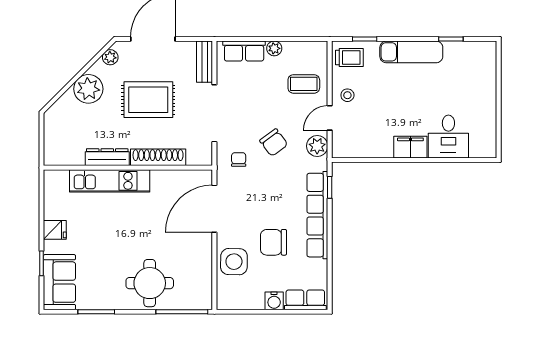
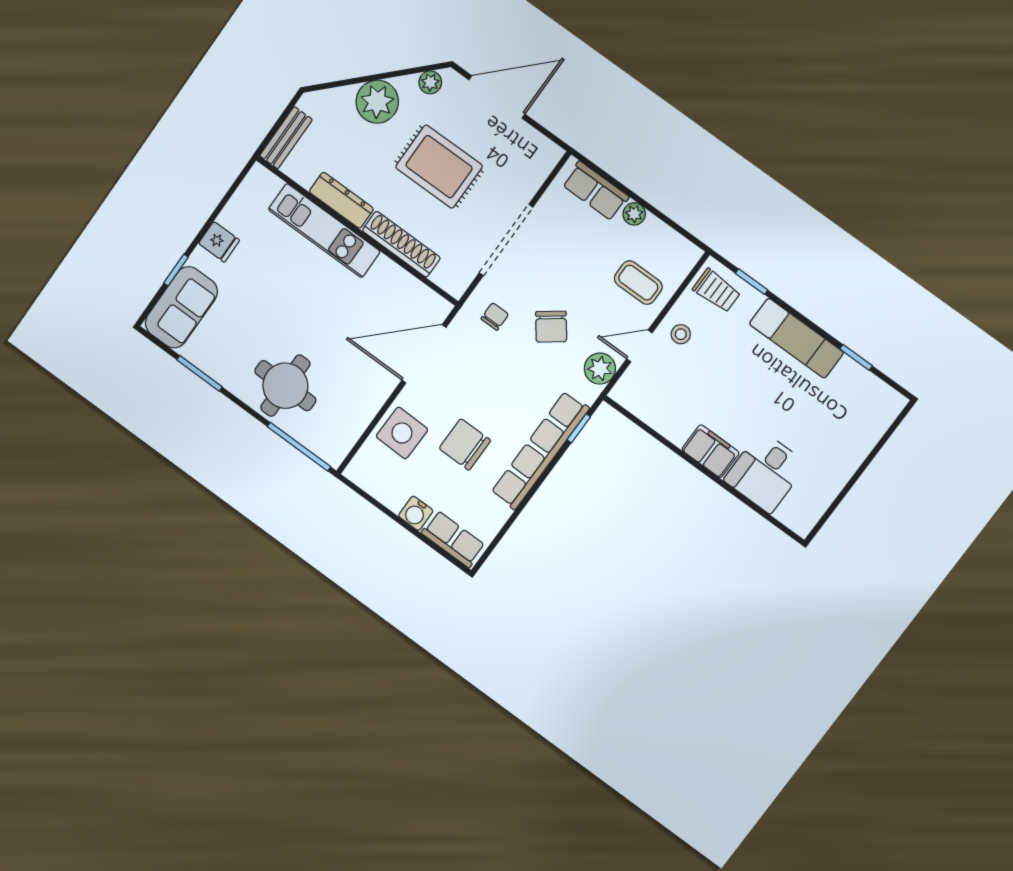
bench: (205, 62) -> (286, 138), moved

